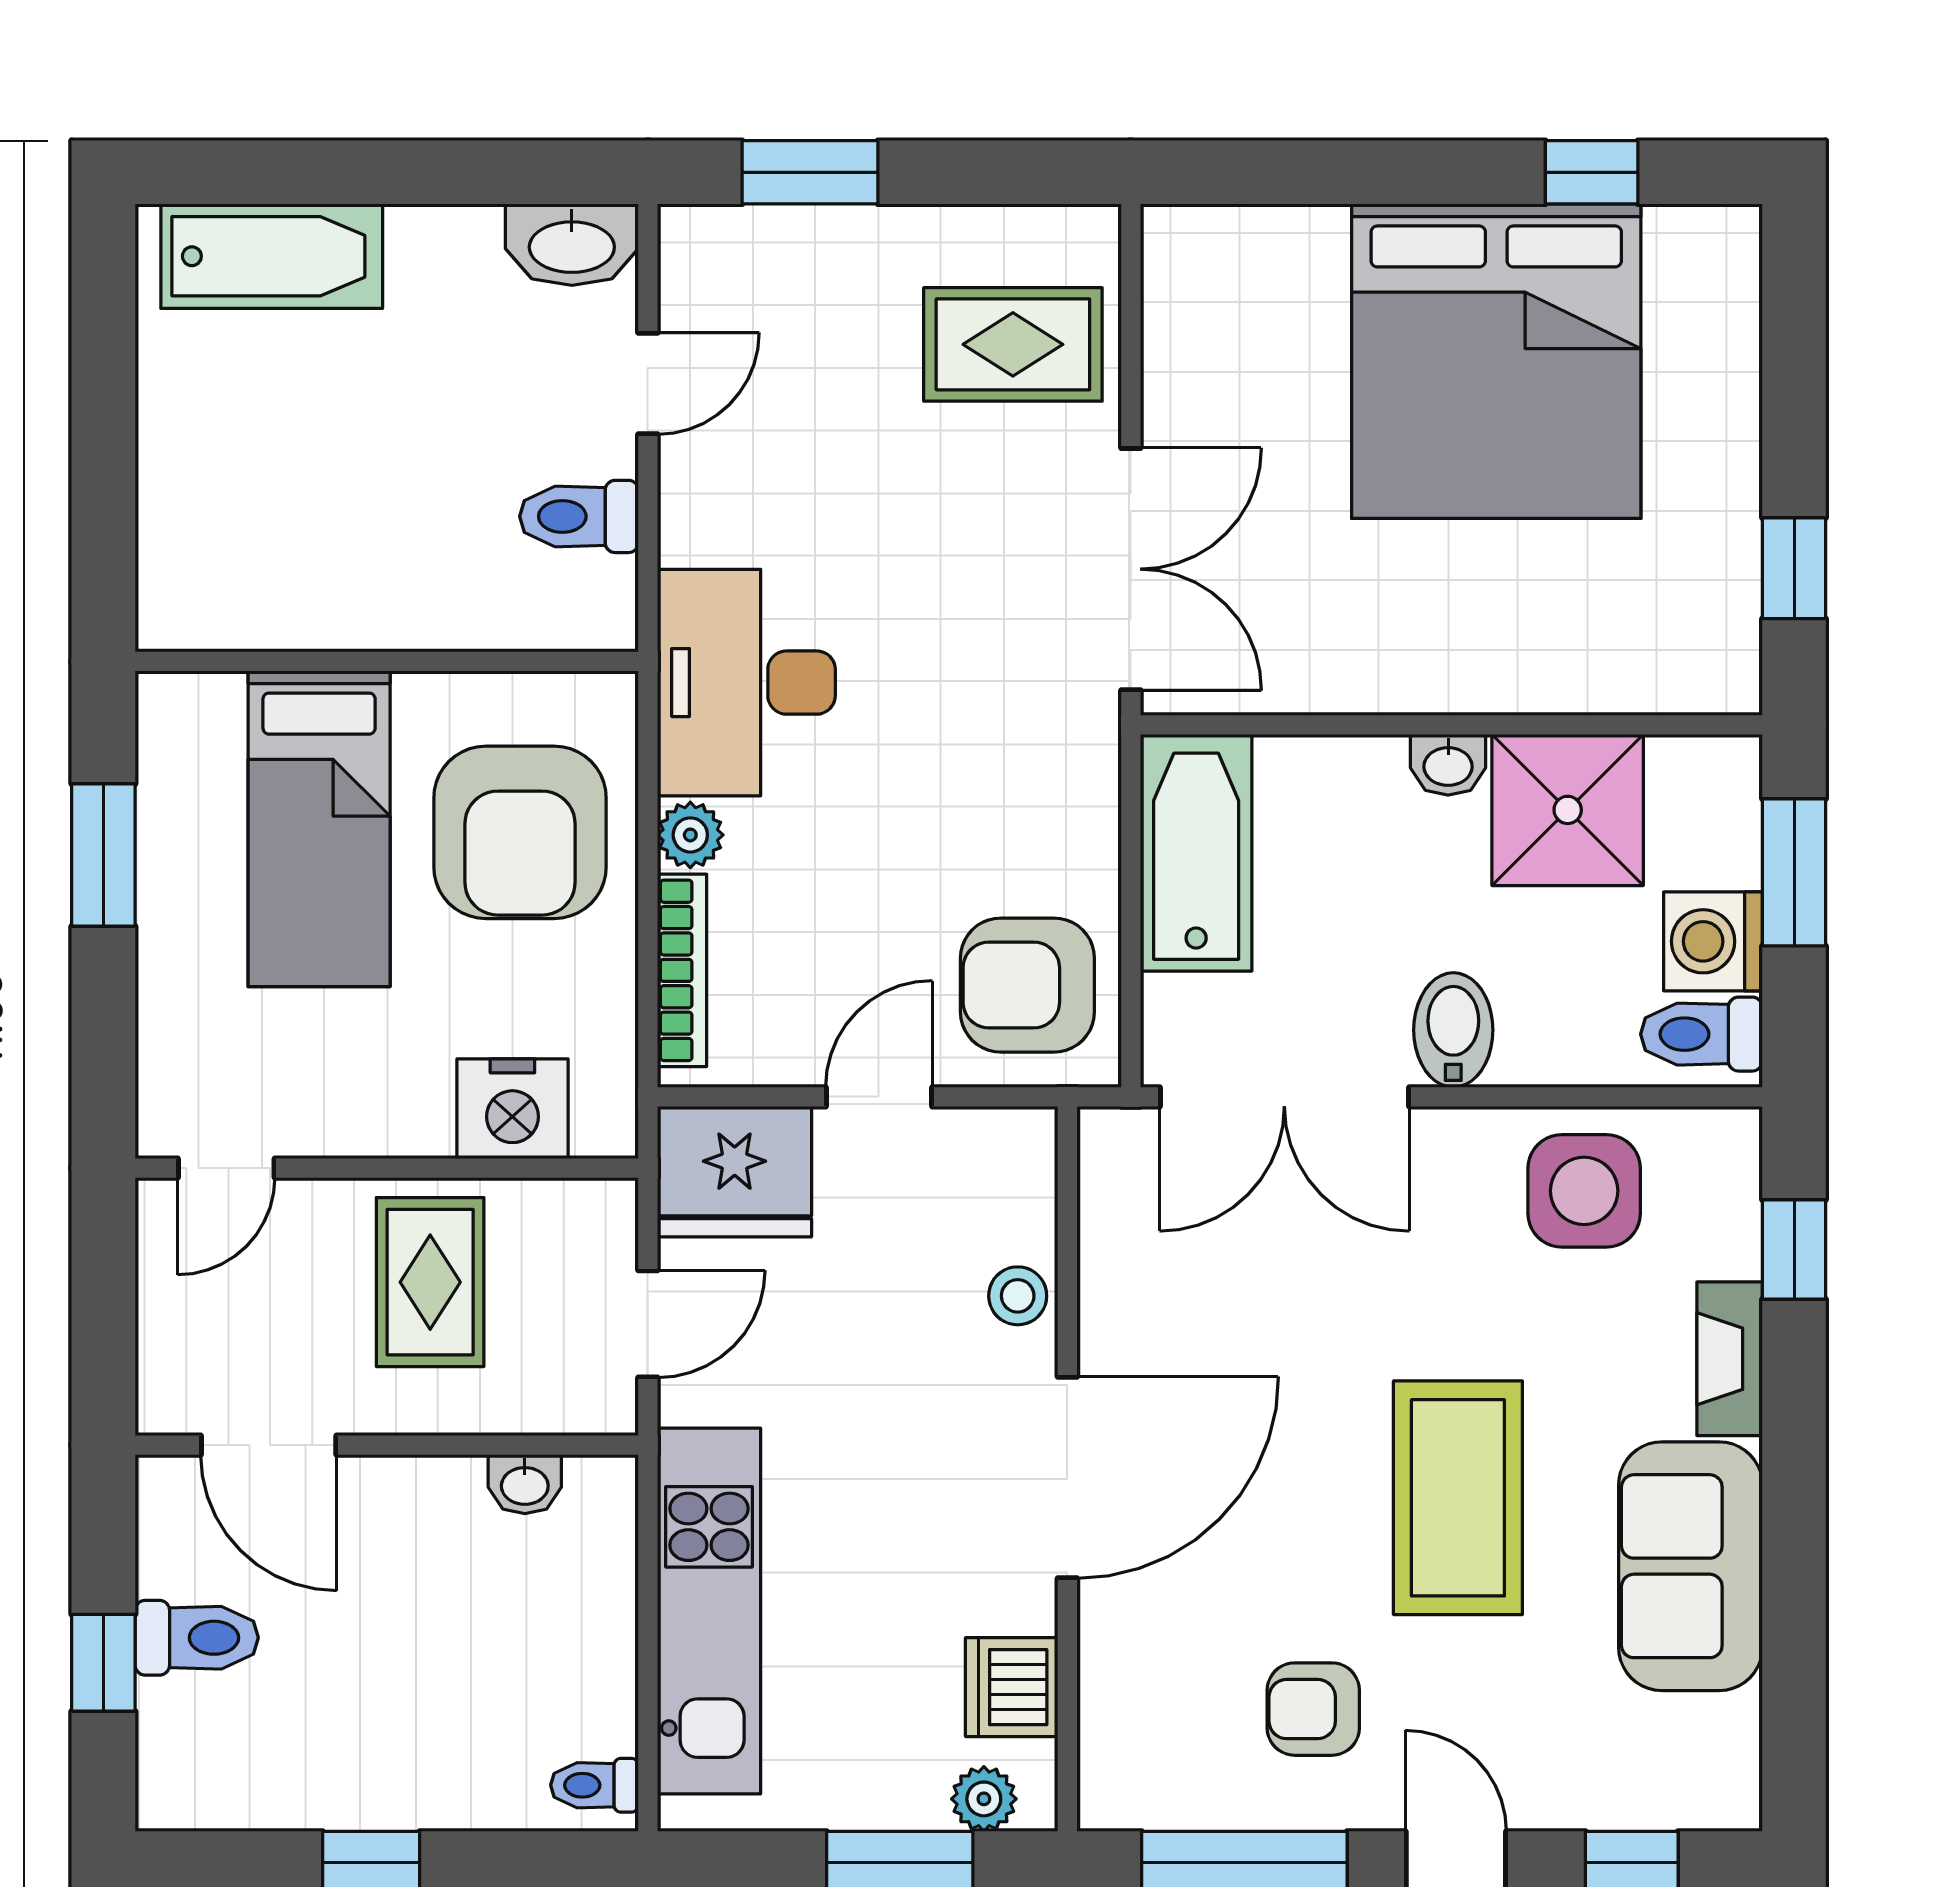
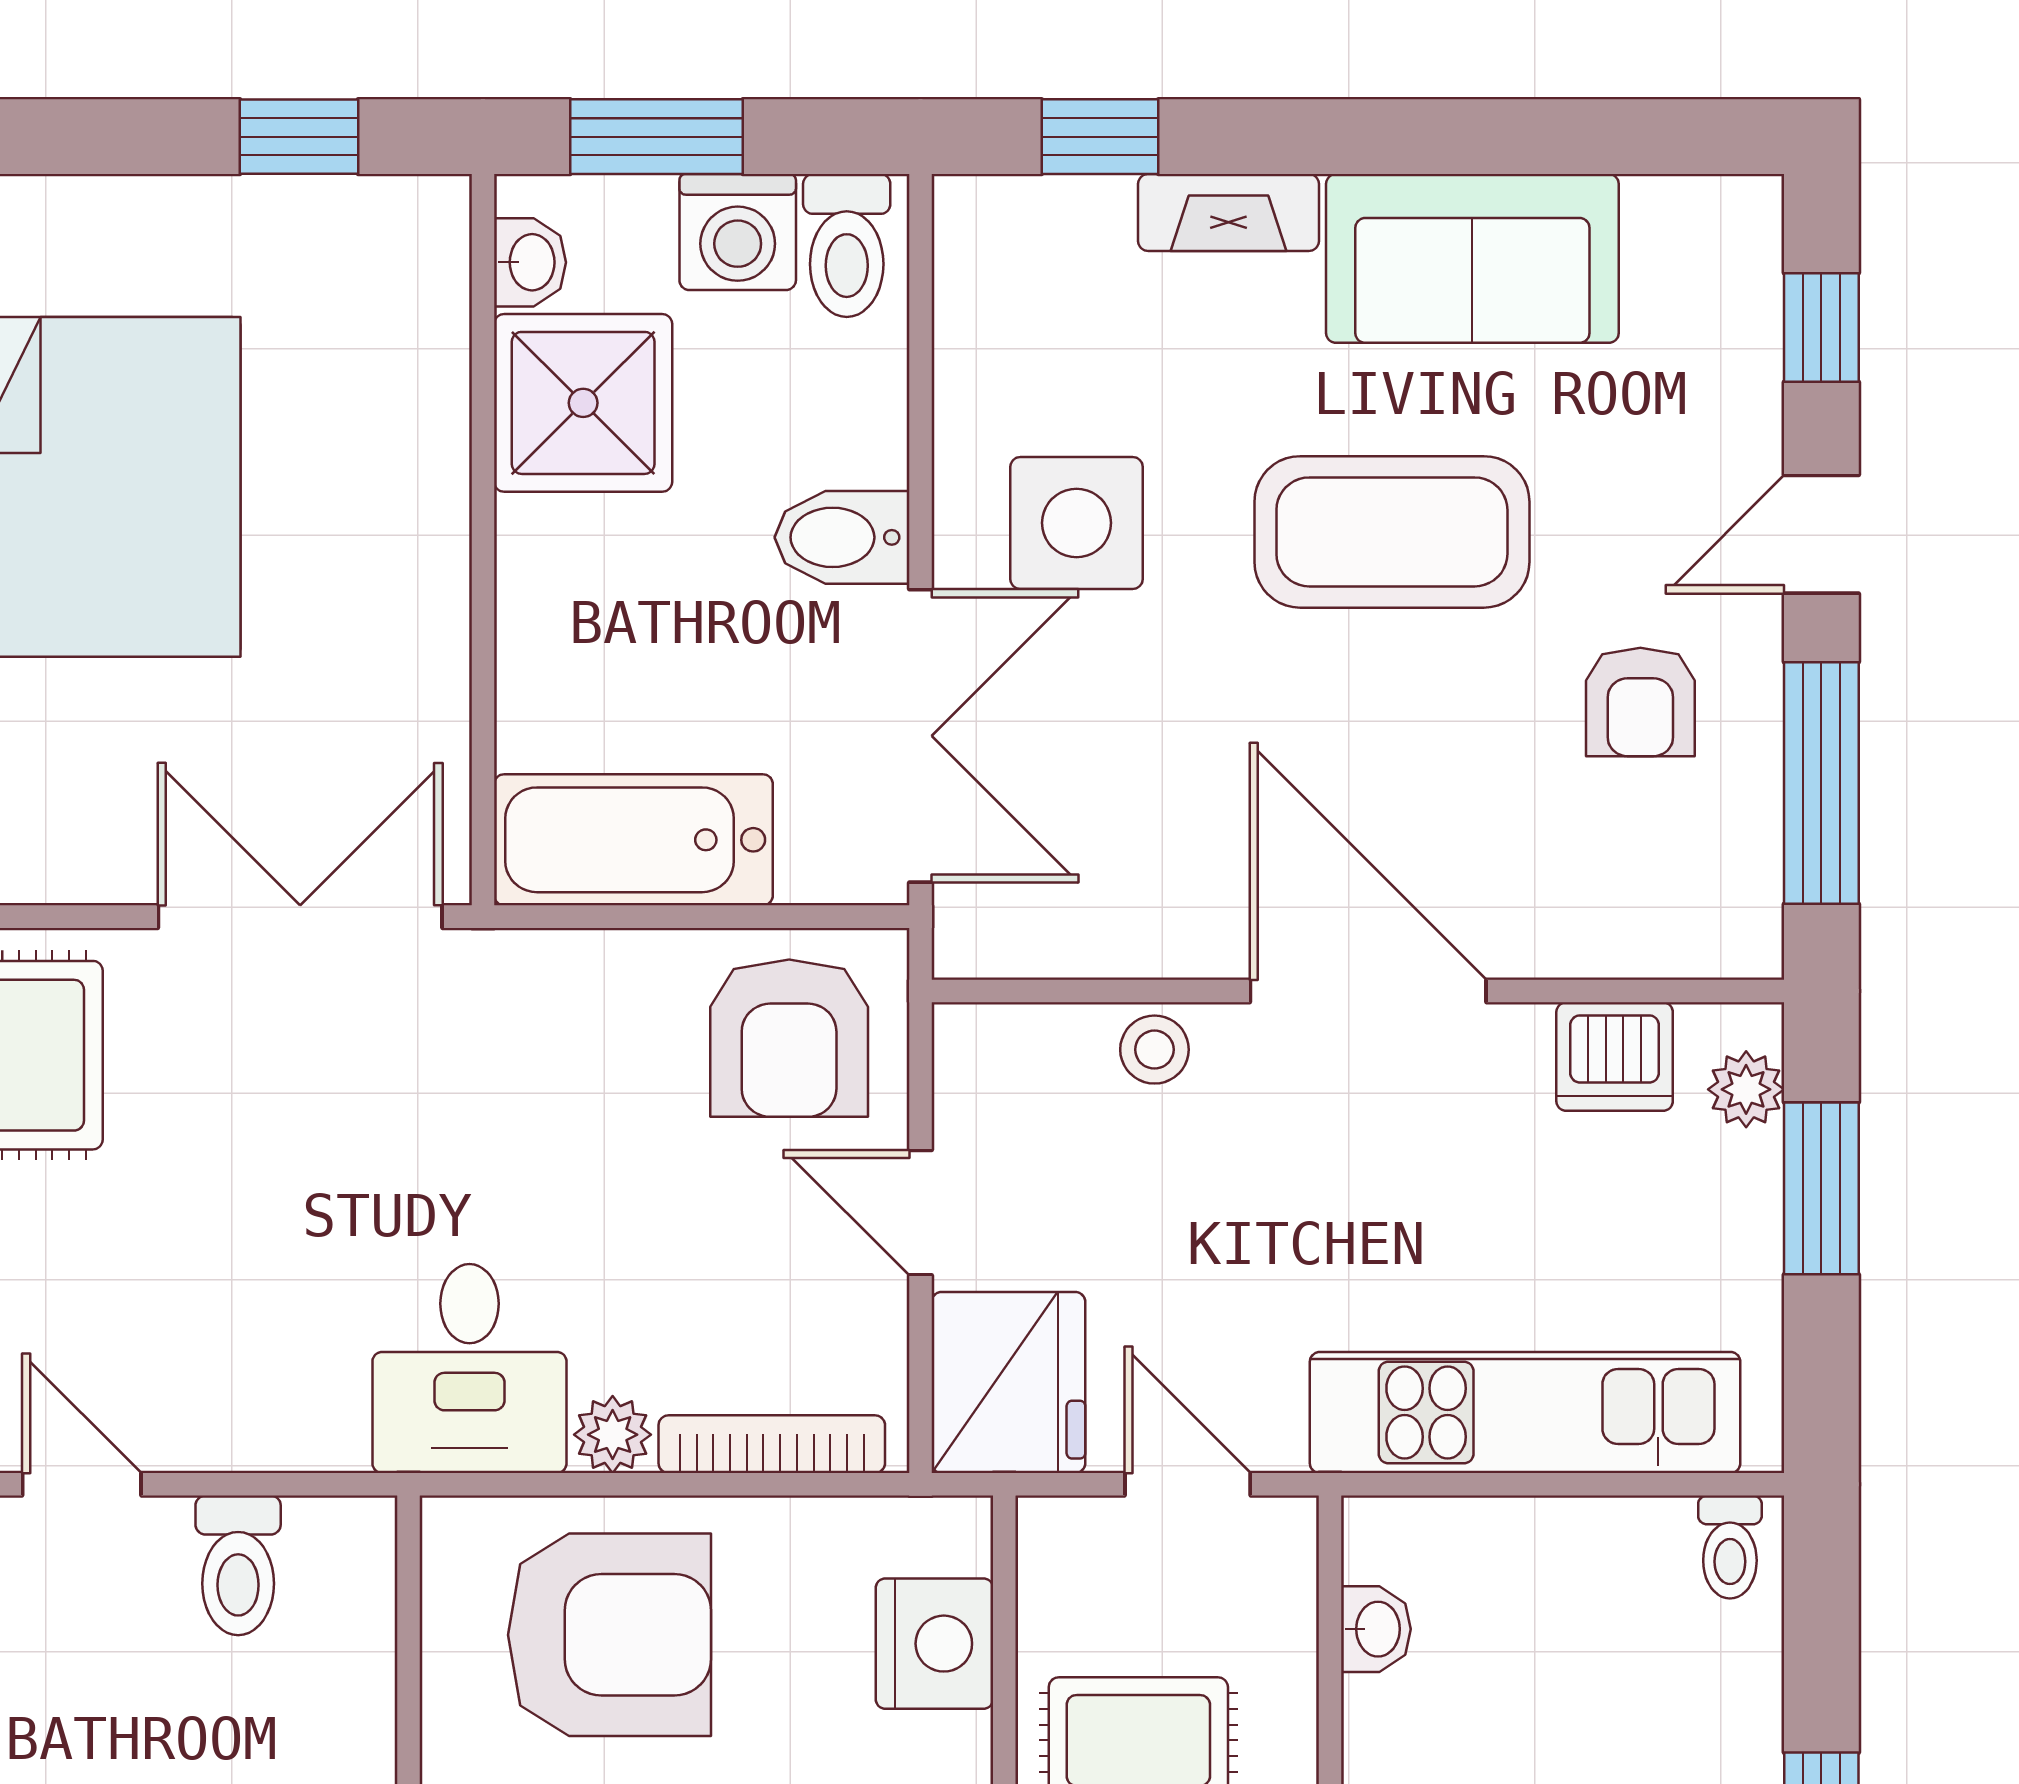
desk: (746, 683) -> (469, 1369), width x0.73
washbasin: (1448, 765) -> (530, 262), moved
side table: (1584, 1191) -> (1077, 523), moved

